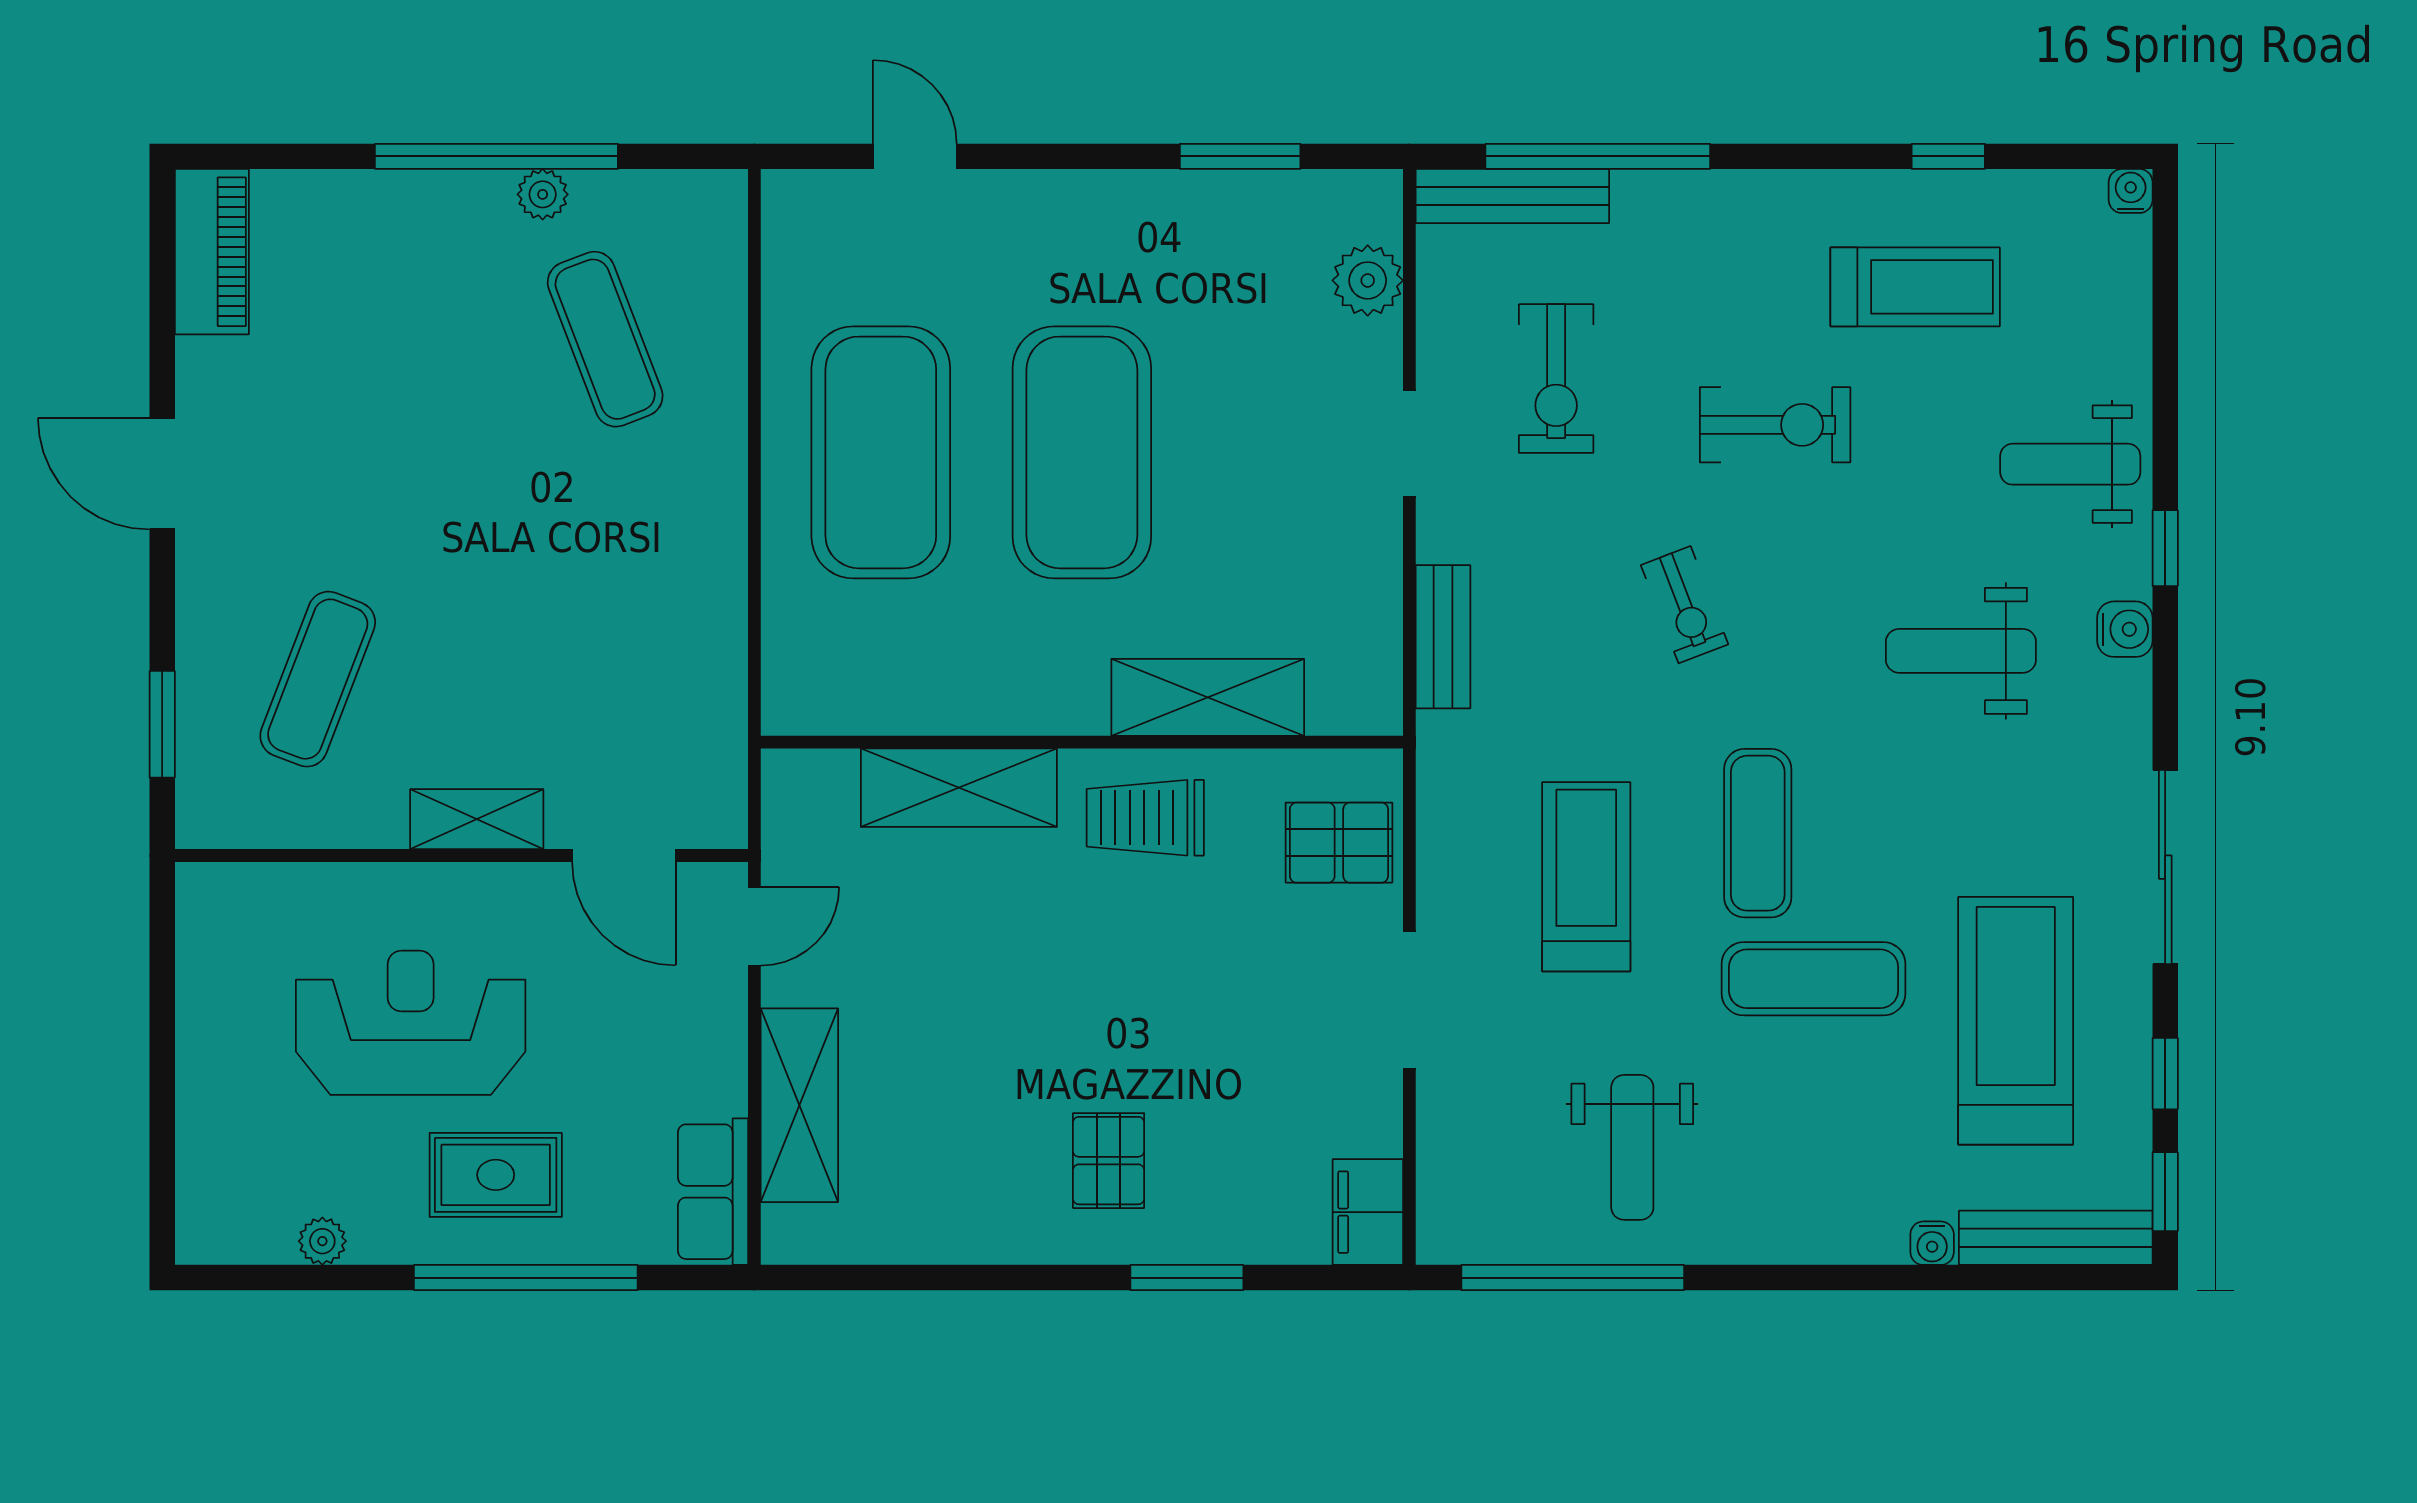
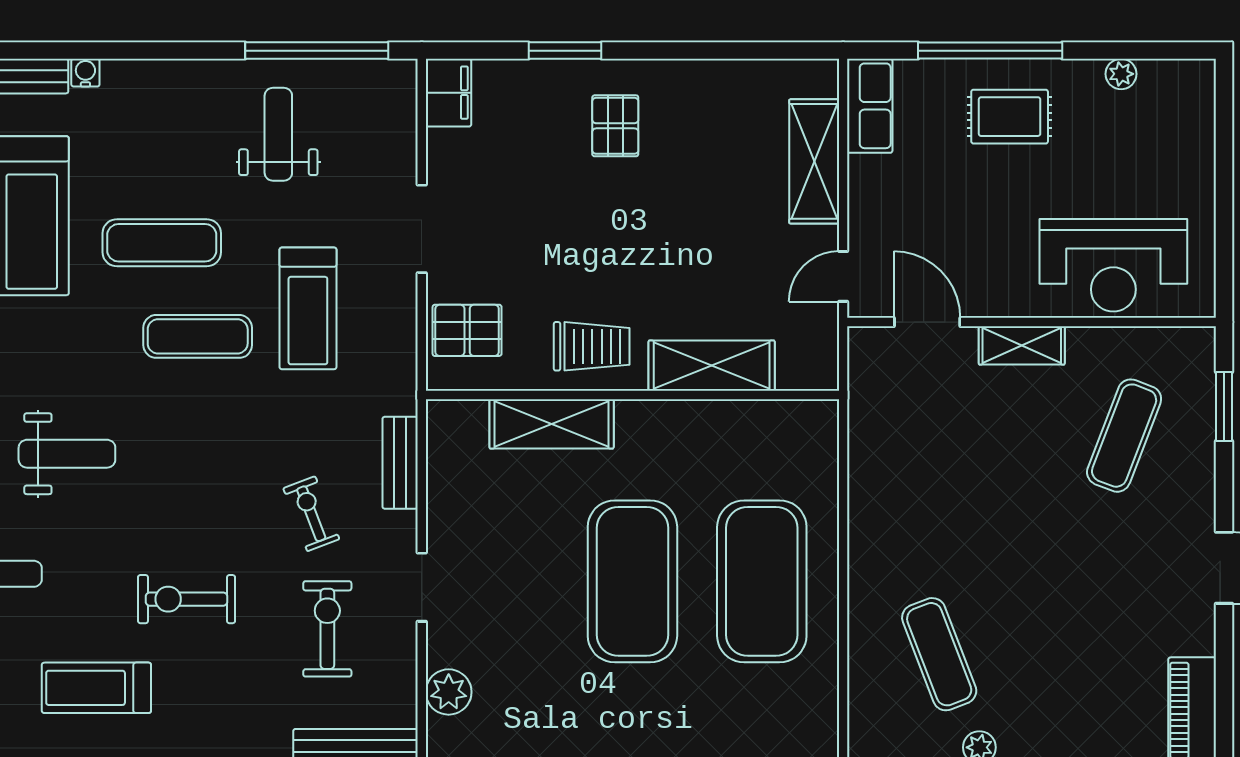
exercise bike: (1685, 605) -> (311, 514), moved
exercise mat: (1758, 833) -> (198, 336), turned 90
reception desk: (411, 1023) -> (1113, 265), moved

